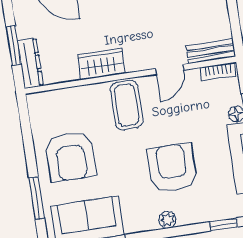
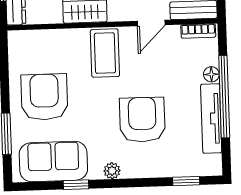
armchair: (71, 156) -> (44, 97), turned 180
plant: (167, 220) -> (112, 171), moved

